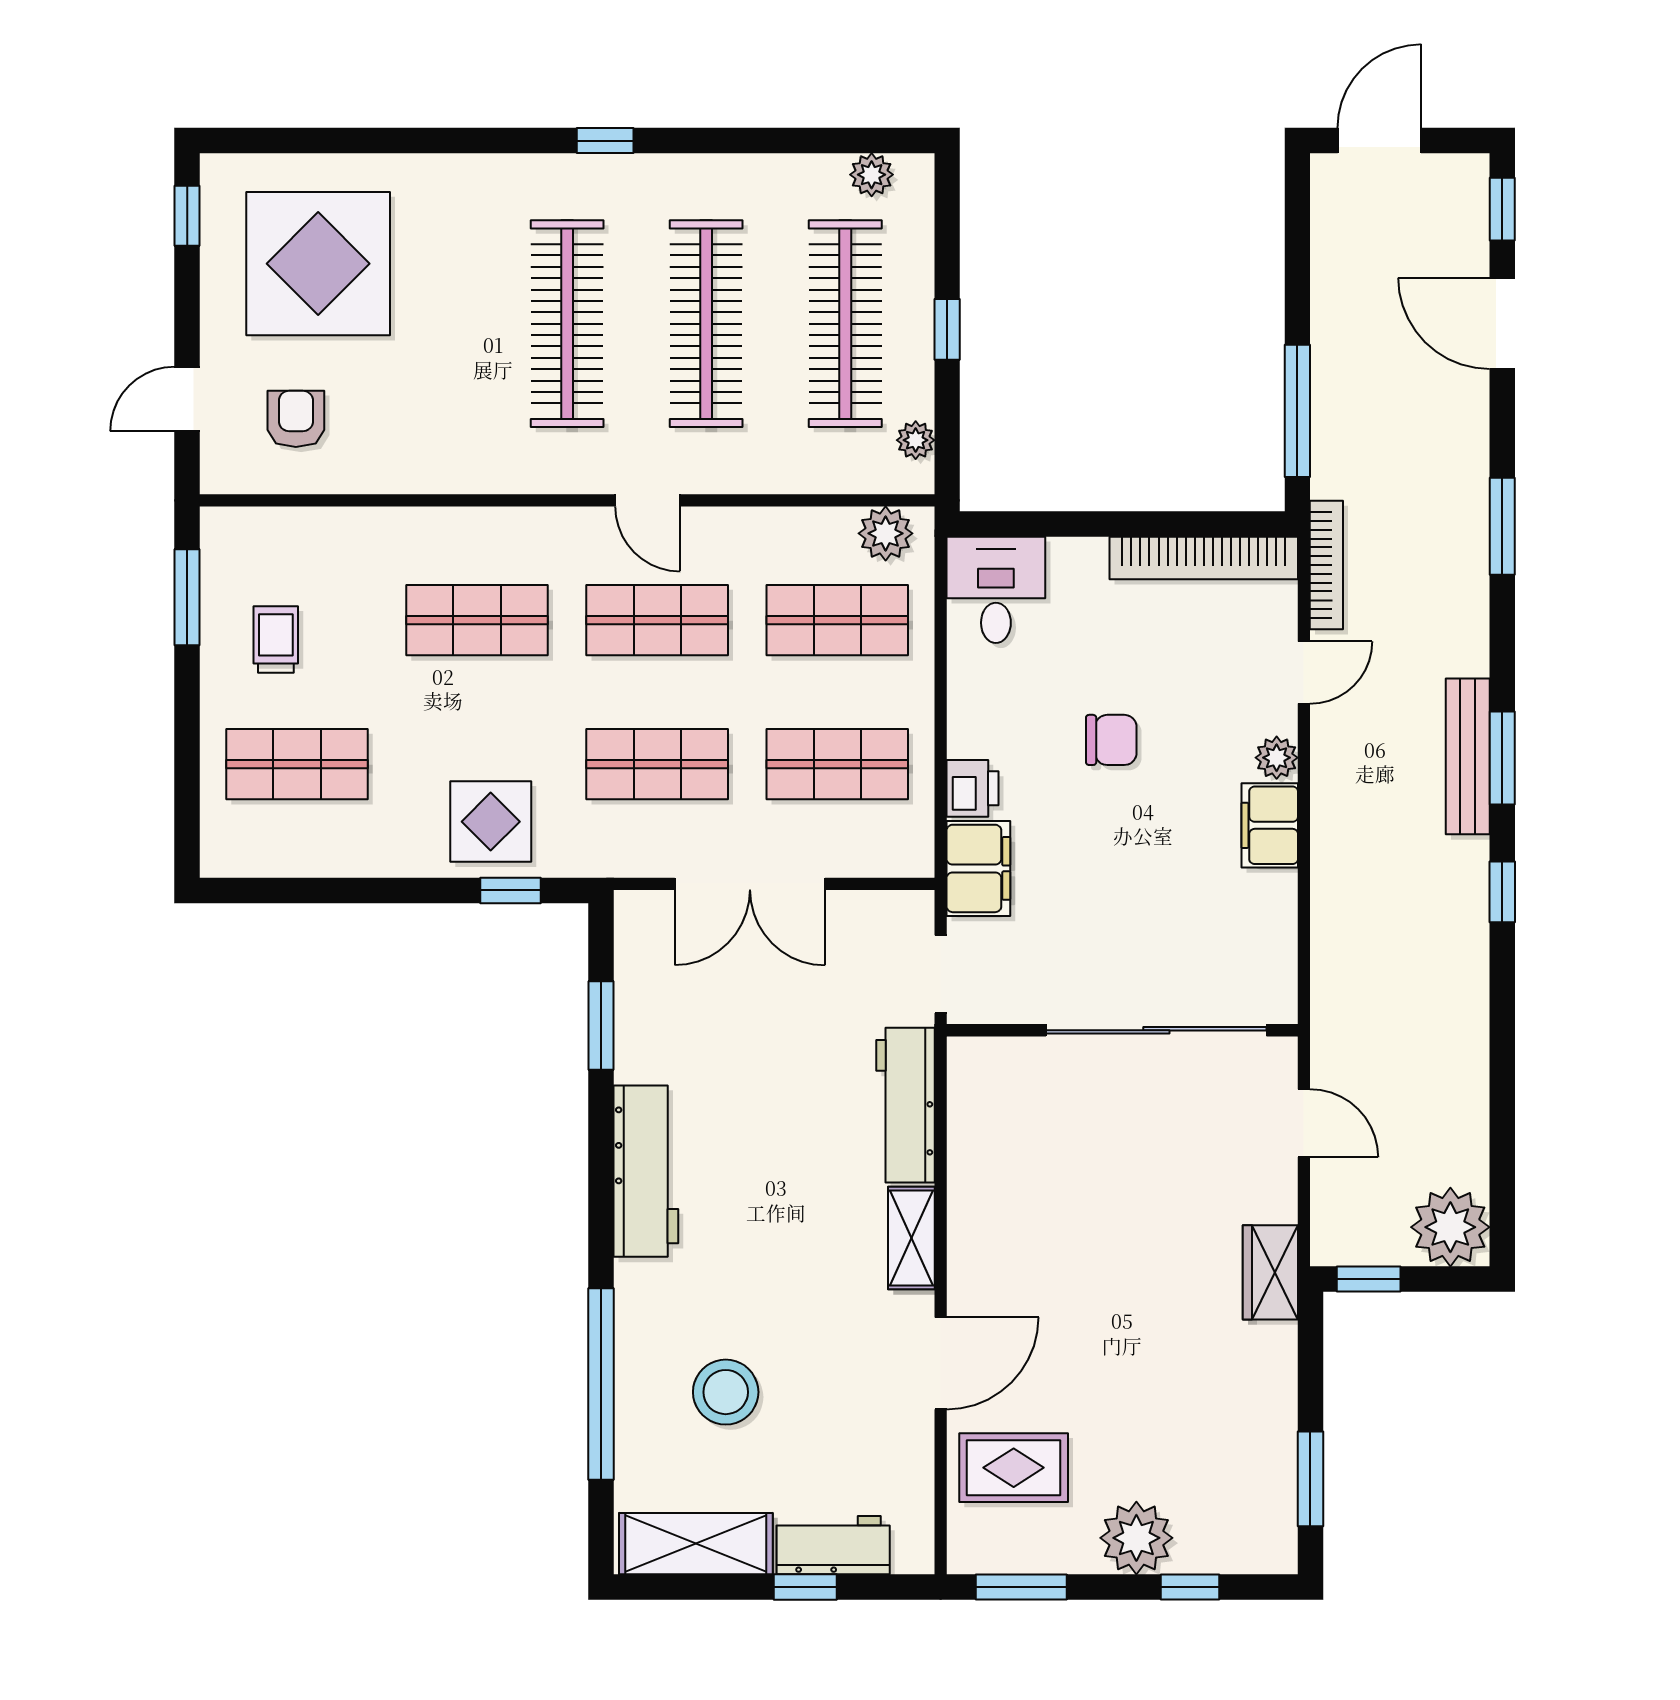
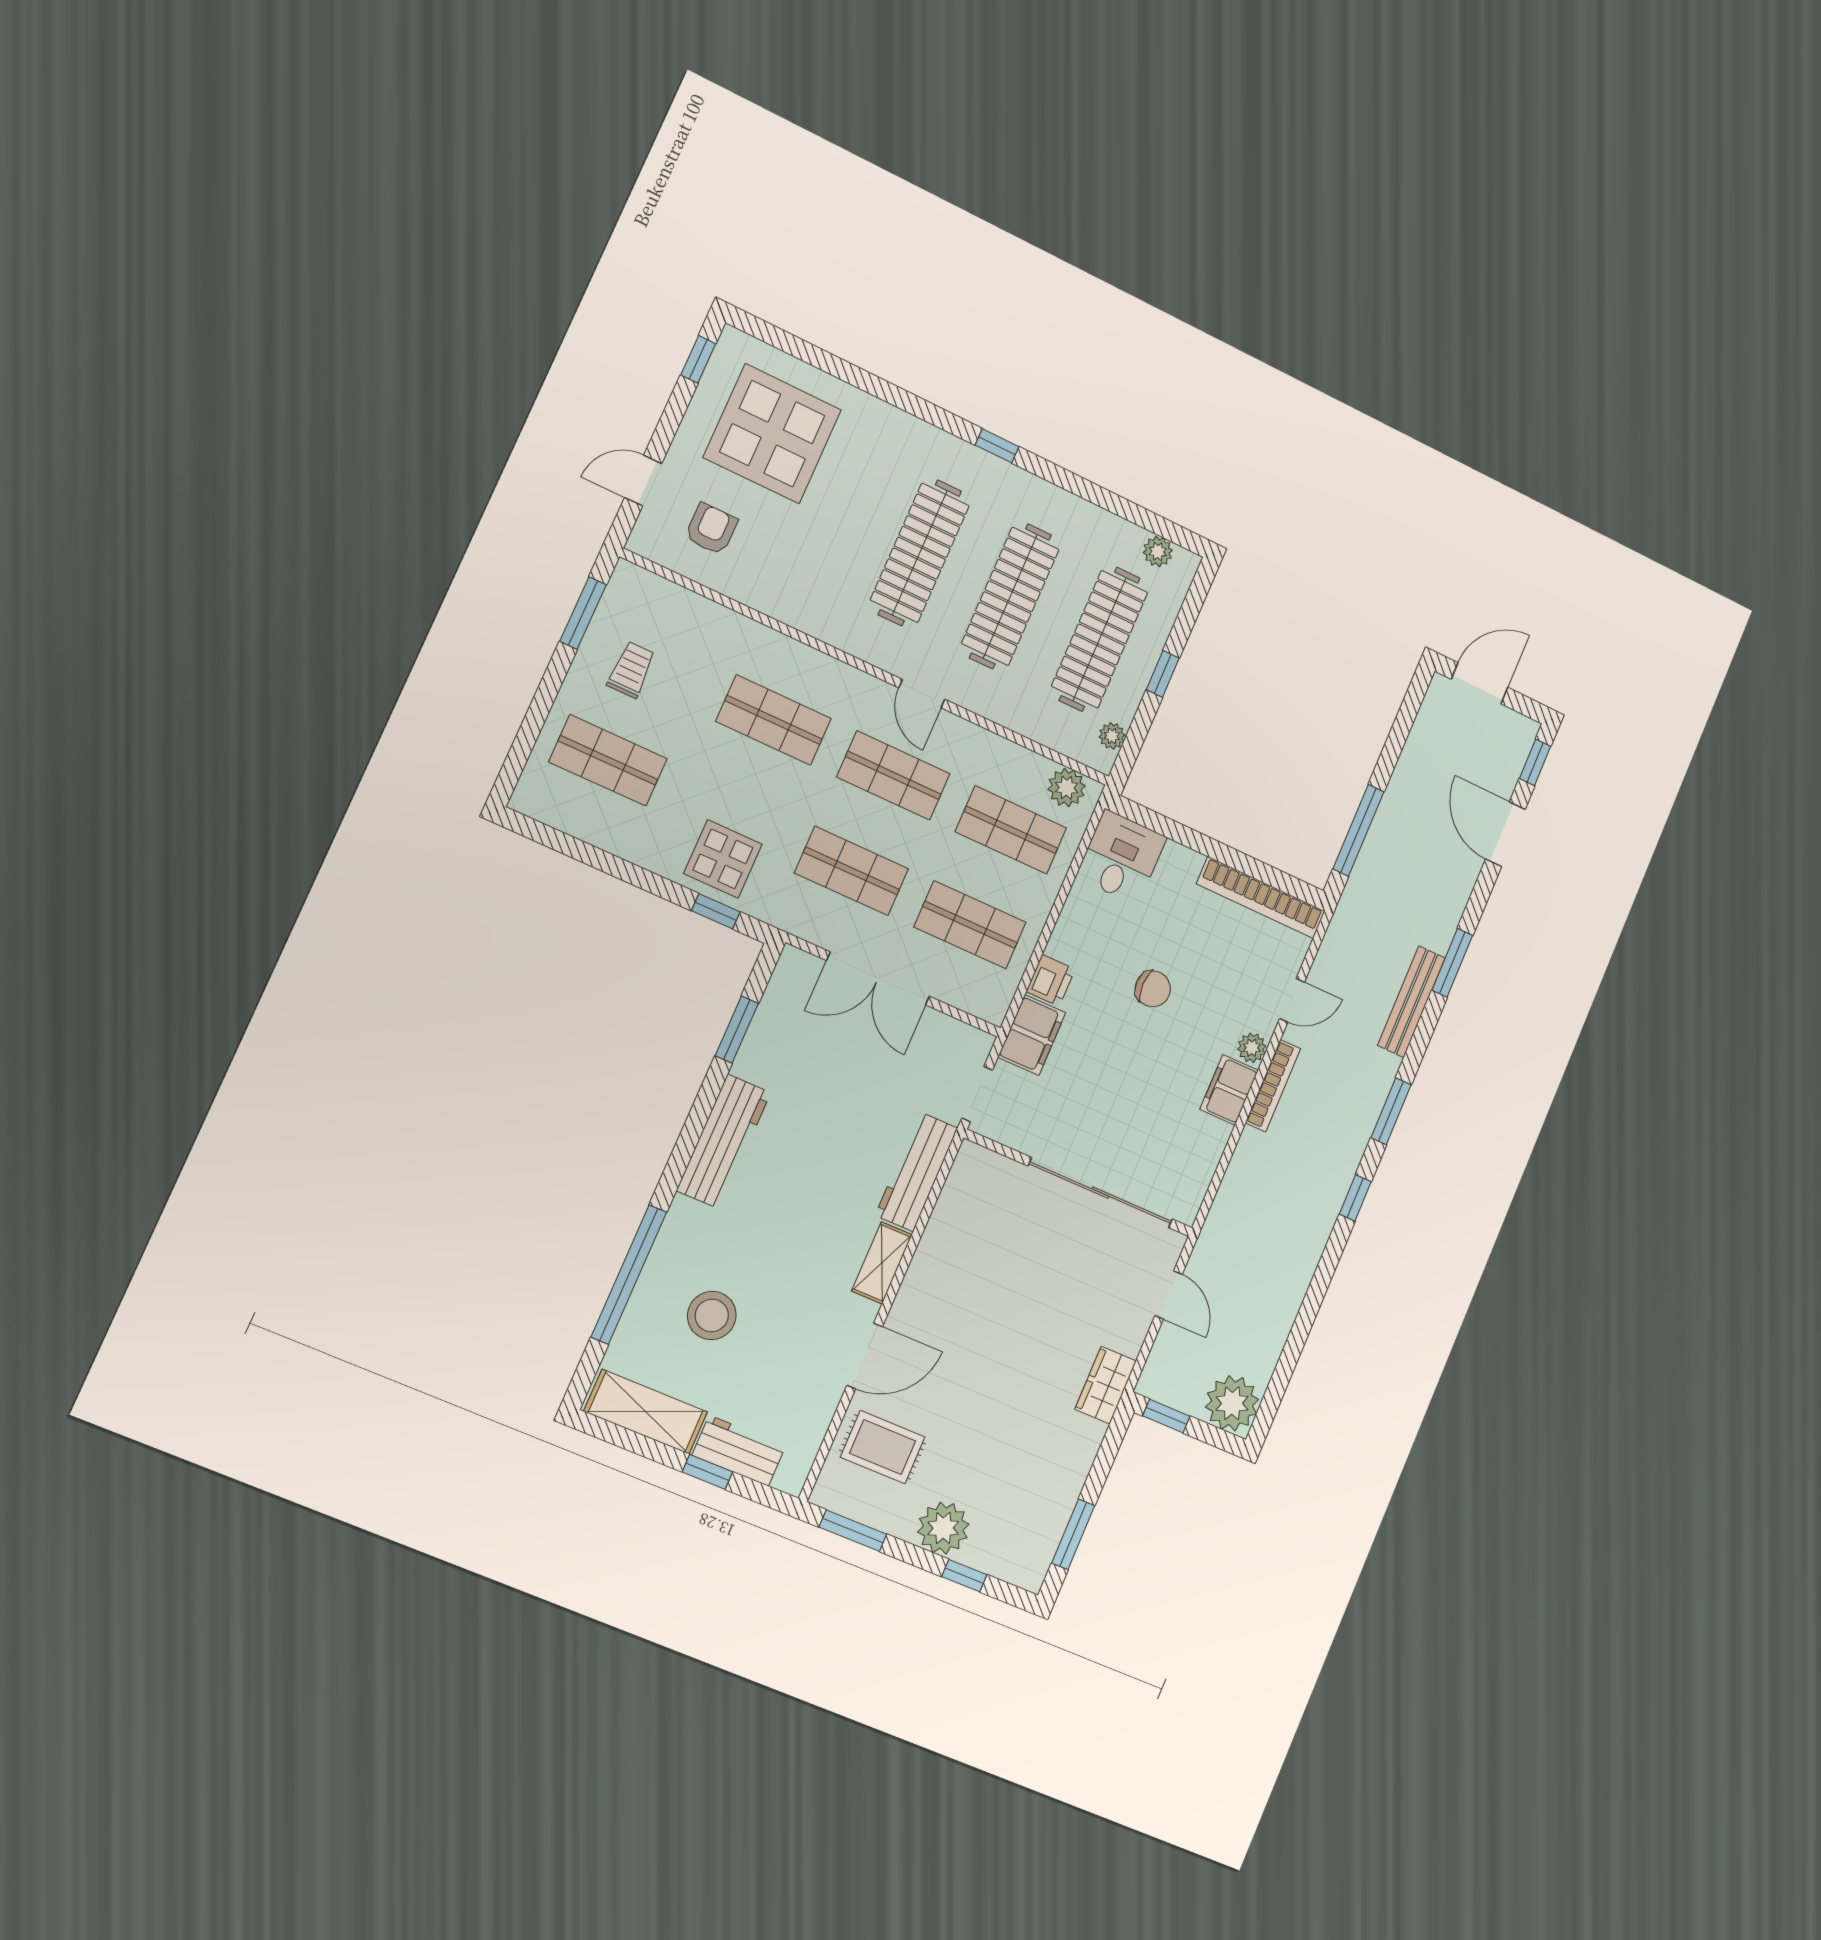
bookcase: (1326, 565) -> (1273, 1086), moved
bench: (1468, 756) -> (1411, 1002), moved

